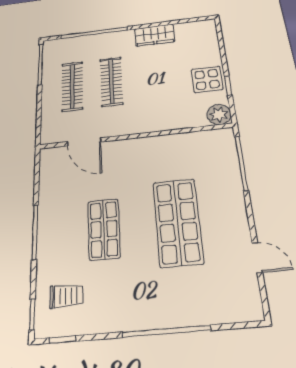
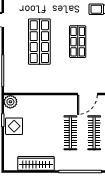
wardrobe: (155, 35) -> (36, 163), width x1.50
door: (84, 142) -> (87, 94), swing flipped

